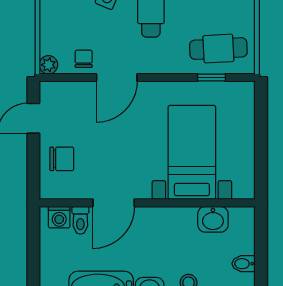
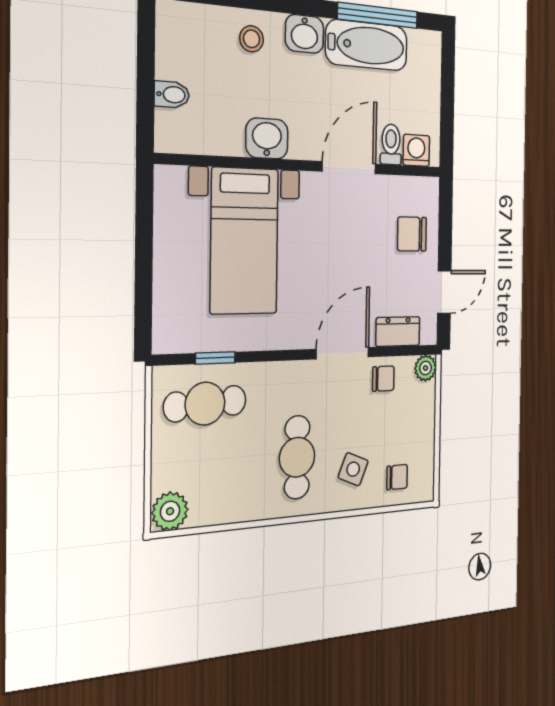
chair: (84, 59) -> (383, 379), turned -90
dresser: (72, 91) -> (398, 332), added
washbasin: (213, 219) -> (267, 138), moved
bidet: (244, 264) -> (172, 95), moved

